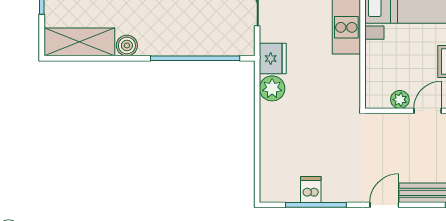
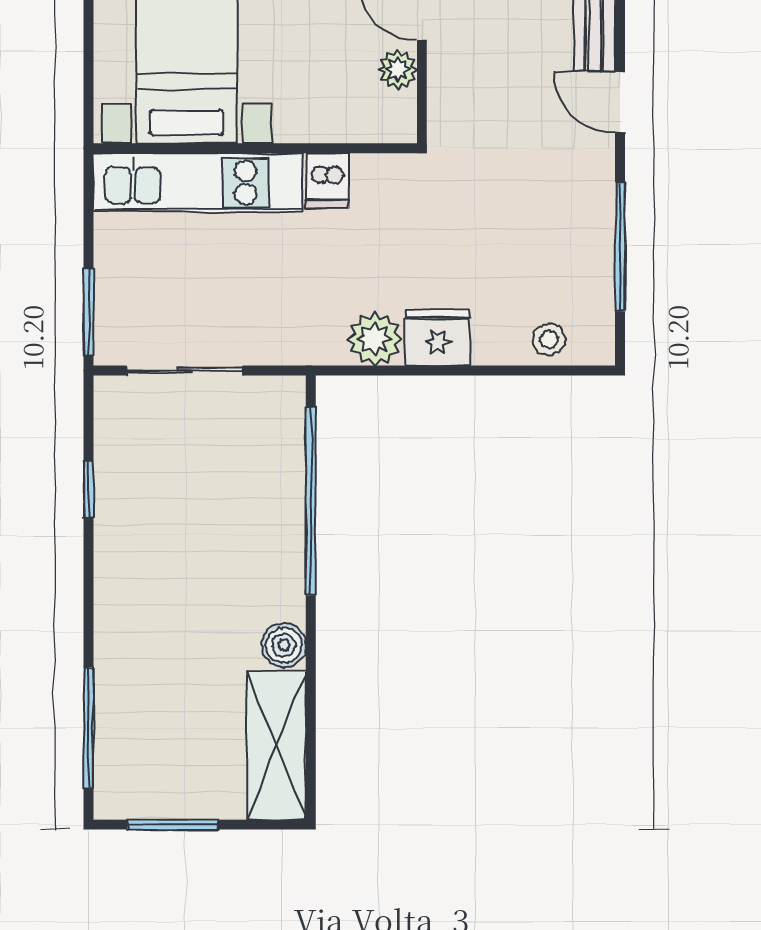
fridge: (273, 59) -> (438, 338), moved
stool: (272, 171) -> (549, 339), added
dishwasher: (311, 190) -> (327, 181), moved, turned -90

